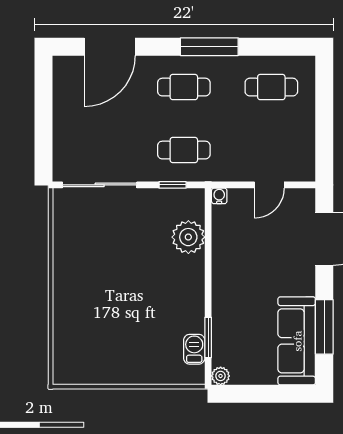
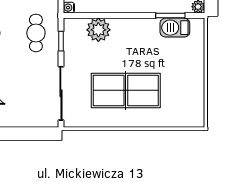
table tennis table: (104, 275) -> (126, 90), added
barbecue: (194, 349) -> (175, 28), width x1.38, depth x1.27

